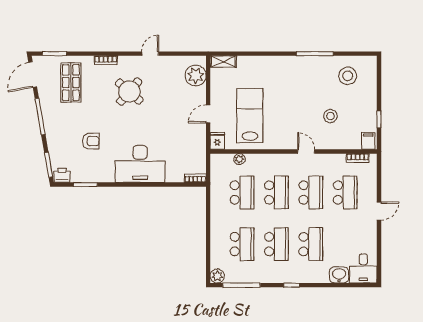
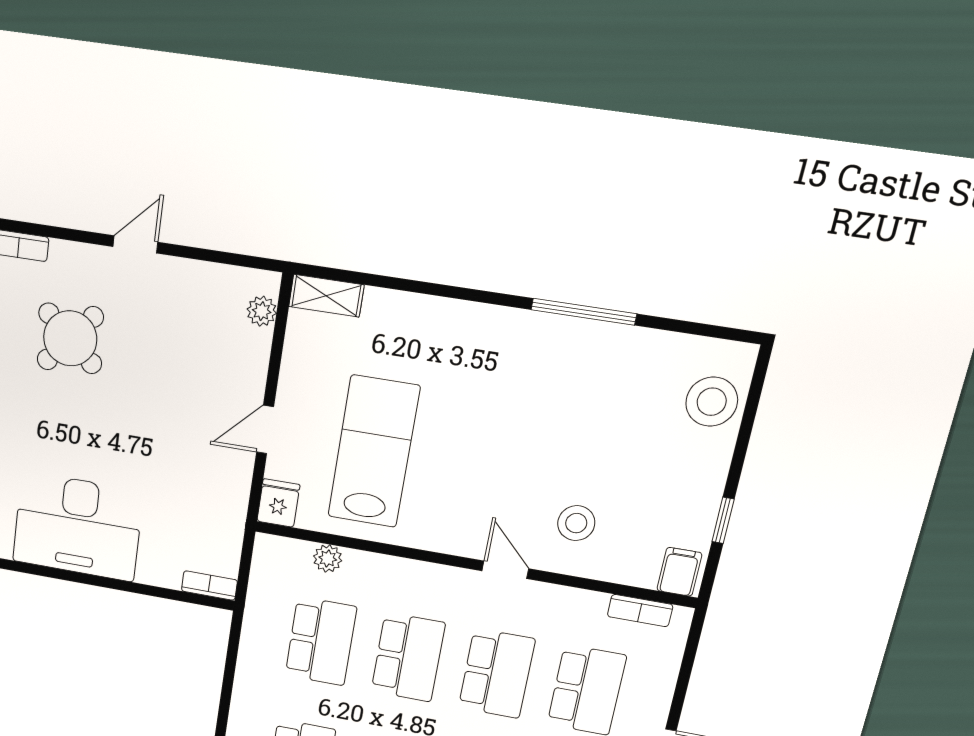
plant: (196, 76) -> (262, 311), width x0.53, depth x0.53
stool: (348, 76) -> (712, 402), moved
stool: (330, 116) -> (576, 523), moved

